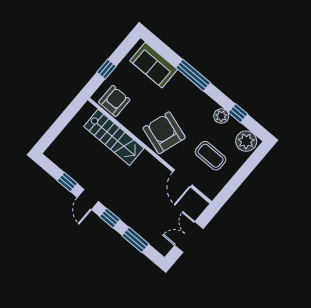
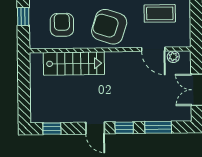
armchair: (114, 101) -> (62, 25), moved
window: (67, 182) -> (52, 129), moved
plant: (193, 197) -> (173, 57), added

